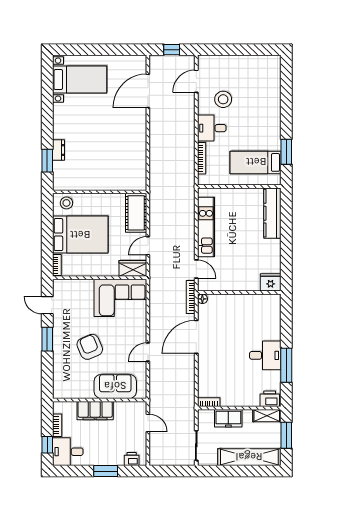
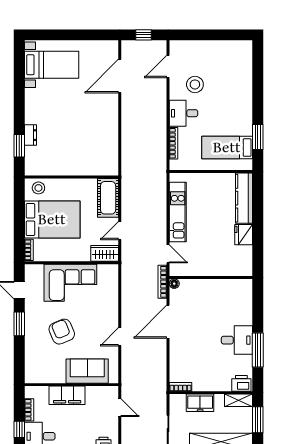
fridge: (271, 282) -> (244, 235), moved, turned -90
corner sofa: (120, 298) -> (70, 283), moved

